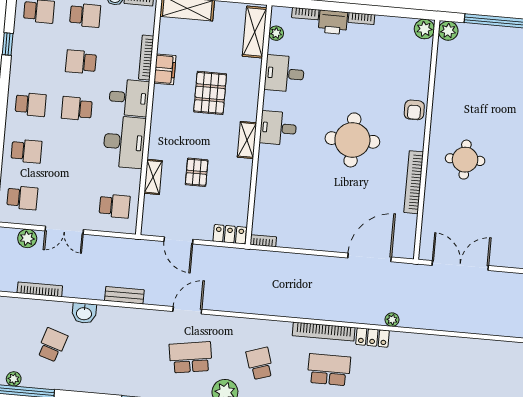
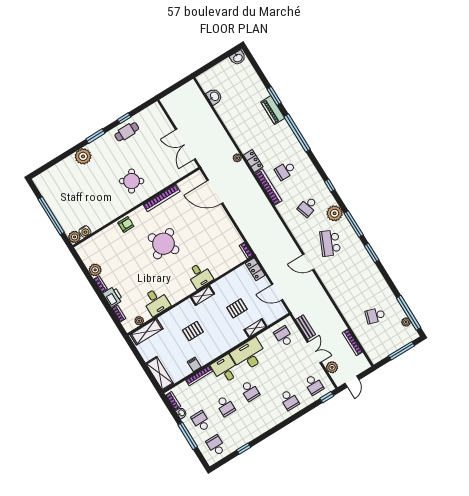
plant: (424, 29) -> (95, 270), moved
water cooler: (445, 50) -> (85, 231), added
filing cabinet: (165, 69) -> (194, 364), width x0.50
pallet: (210, 93) -> (193, 331), width x0.67, depth x0.71
school desk: (31, 104) -> (265, 415), removed
desk: (278, 128) -> (200, 276), moved
round table: (352, 140) -> (164, 244), turned -30
school desk: (26, 151) -> (289, 400), turned 180
round table: (465, 160) -> (132, 181), turned 32
school desk: (22, 198) -> (314, 385), turned 180
door: (178, 240) -> (277, 292), swing flipped
bench: (124, 295) -> (306, 327), moved
washbasin: (84, 313) -> (214, 96), moved
school desk: (191, 357) -> (330, 243), turned 33
school desk: (329, 370) -> (285, 170), width x0.54

